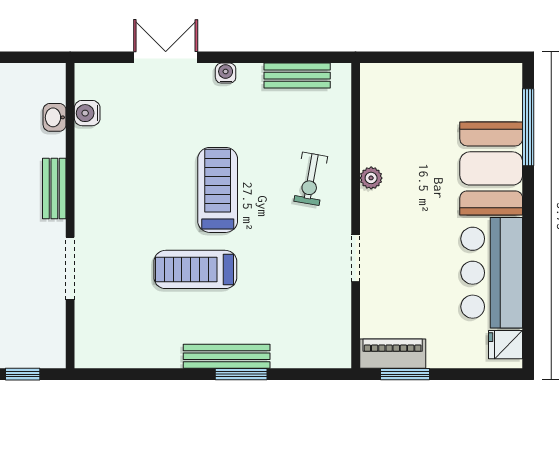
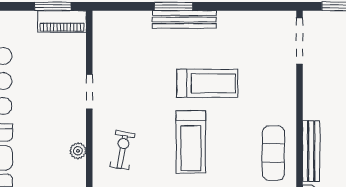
exercise mat: (106, 175) -> (273, 153), added
bench: (54, 188) -> (311, 151), width x1.36
doorway: (70, 268) -> (299, 41), moved

